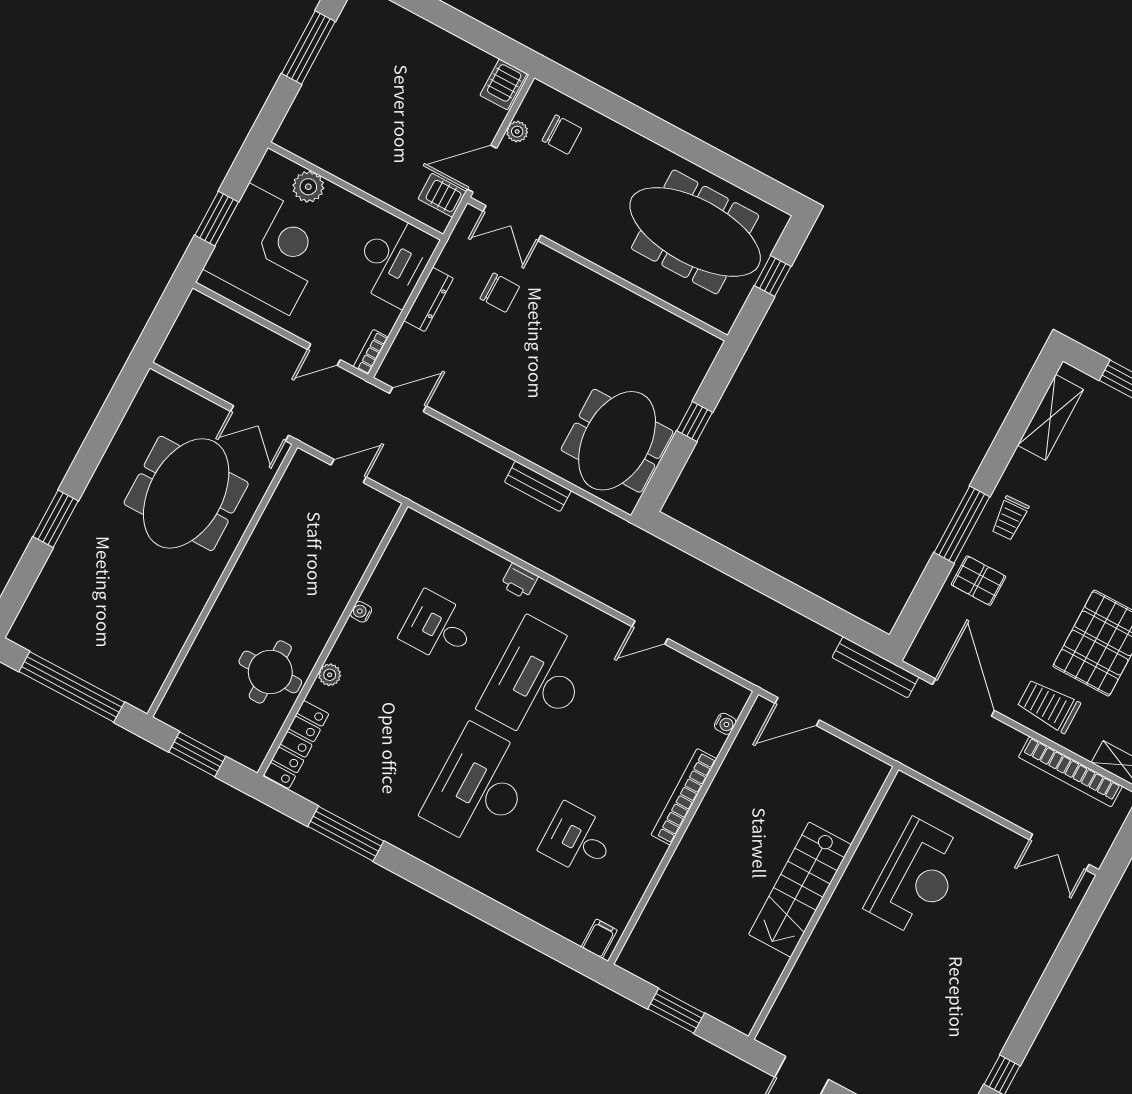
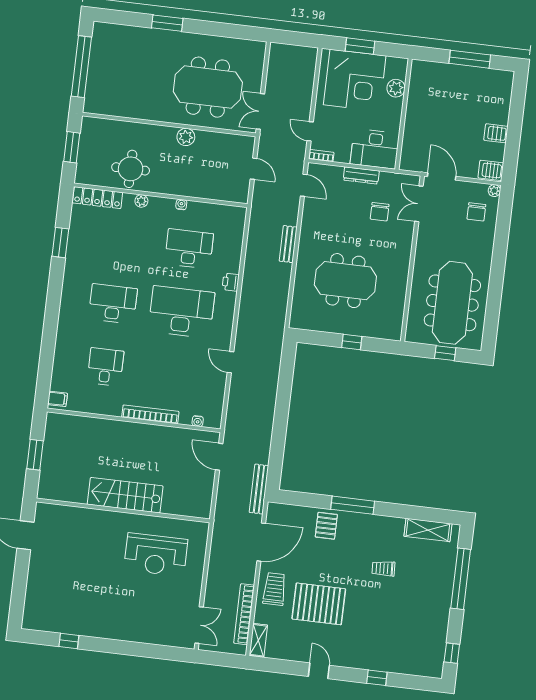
plant: (517, 132) -> (494, 191), moved
server rack: (442, 195) -> (496, 133), moved, turned -90
meeting table: (617, 441) -> (345, 281), moved
bench: (538, 486) -> (288, 244), moved
trolley: (1010, 518) -> (383, 568), moved
plant: (253, 561) -> (186, 137), added
desk: (438, 628) -> (189, 249), width x1.37
desk: (479, 787) -> (113, 304), width x0.73, depth x0.77
window: (346, 834) -> (60, 243), width x0.69
double door: (1059, 852) -> (199, 625), swing flipped

